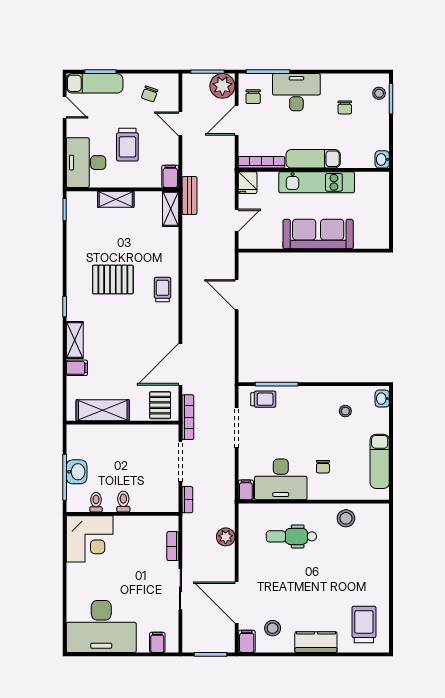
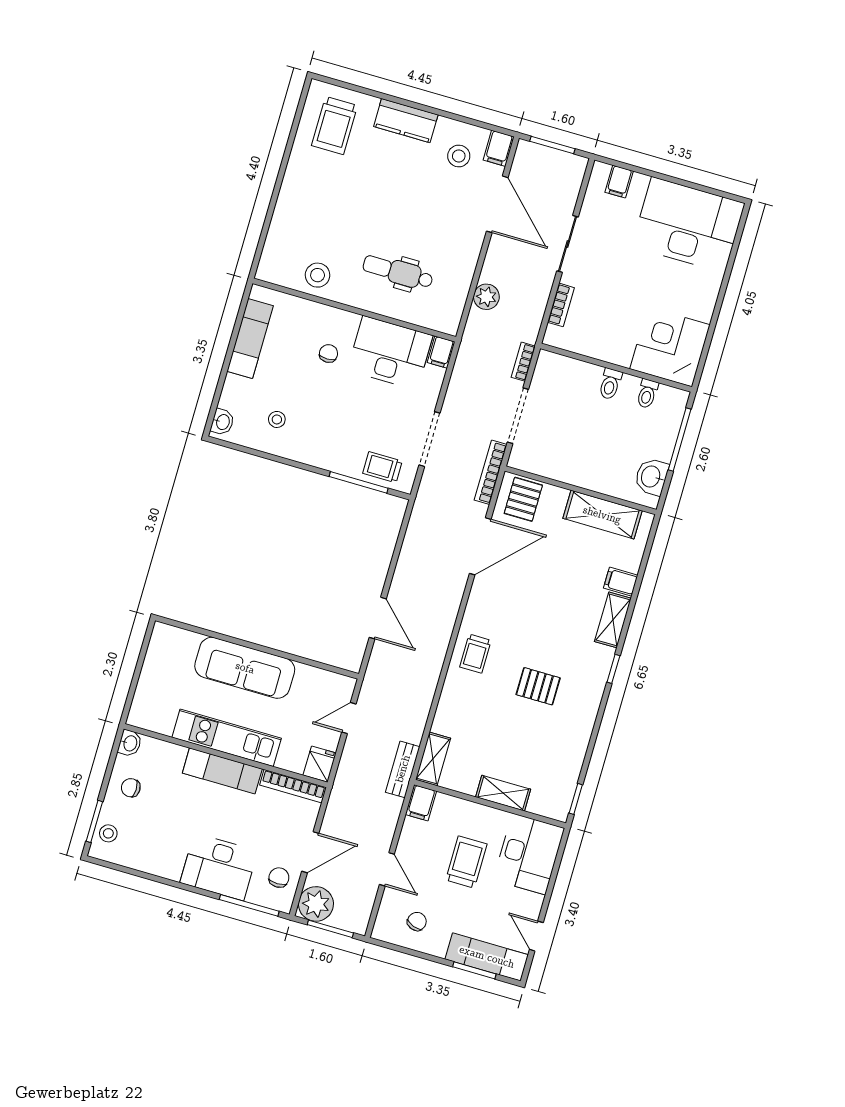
chair: (345, 107) -> (131, 788), moved, turned -90
pallet: (113, 280) -> (538, 686), width x0.67, depth x0.71
washbasin: (77, 472) -> (651, 477), moved
dental chair: (291, 536) -> (398, 272), turned 180

